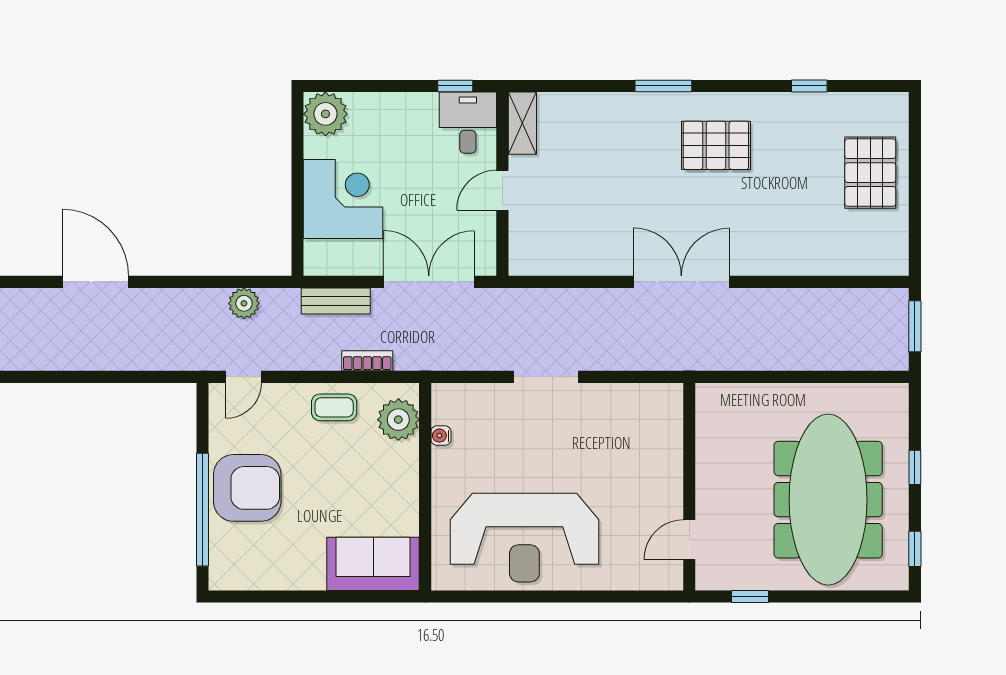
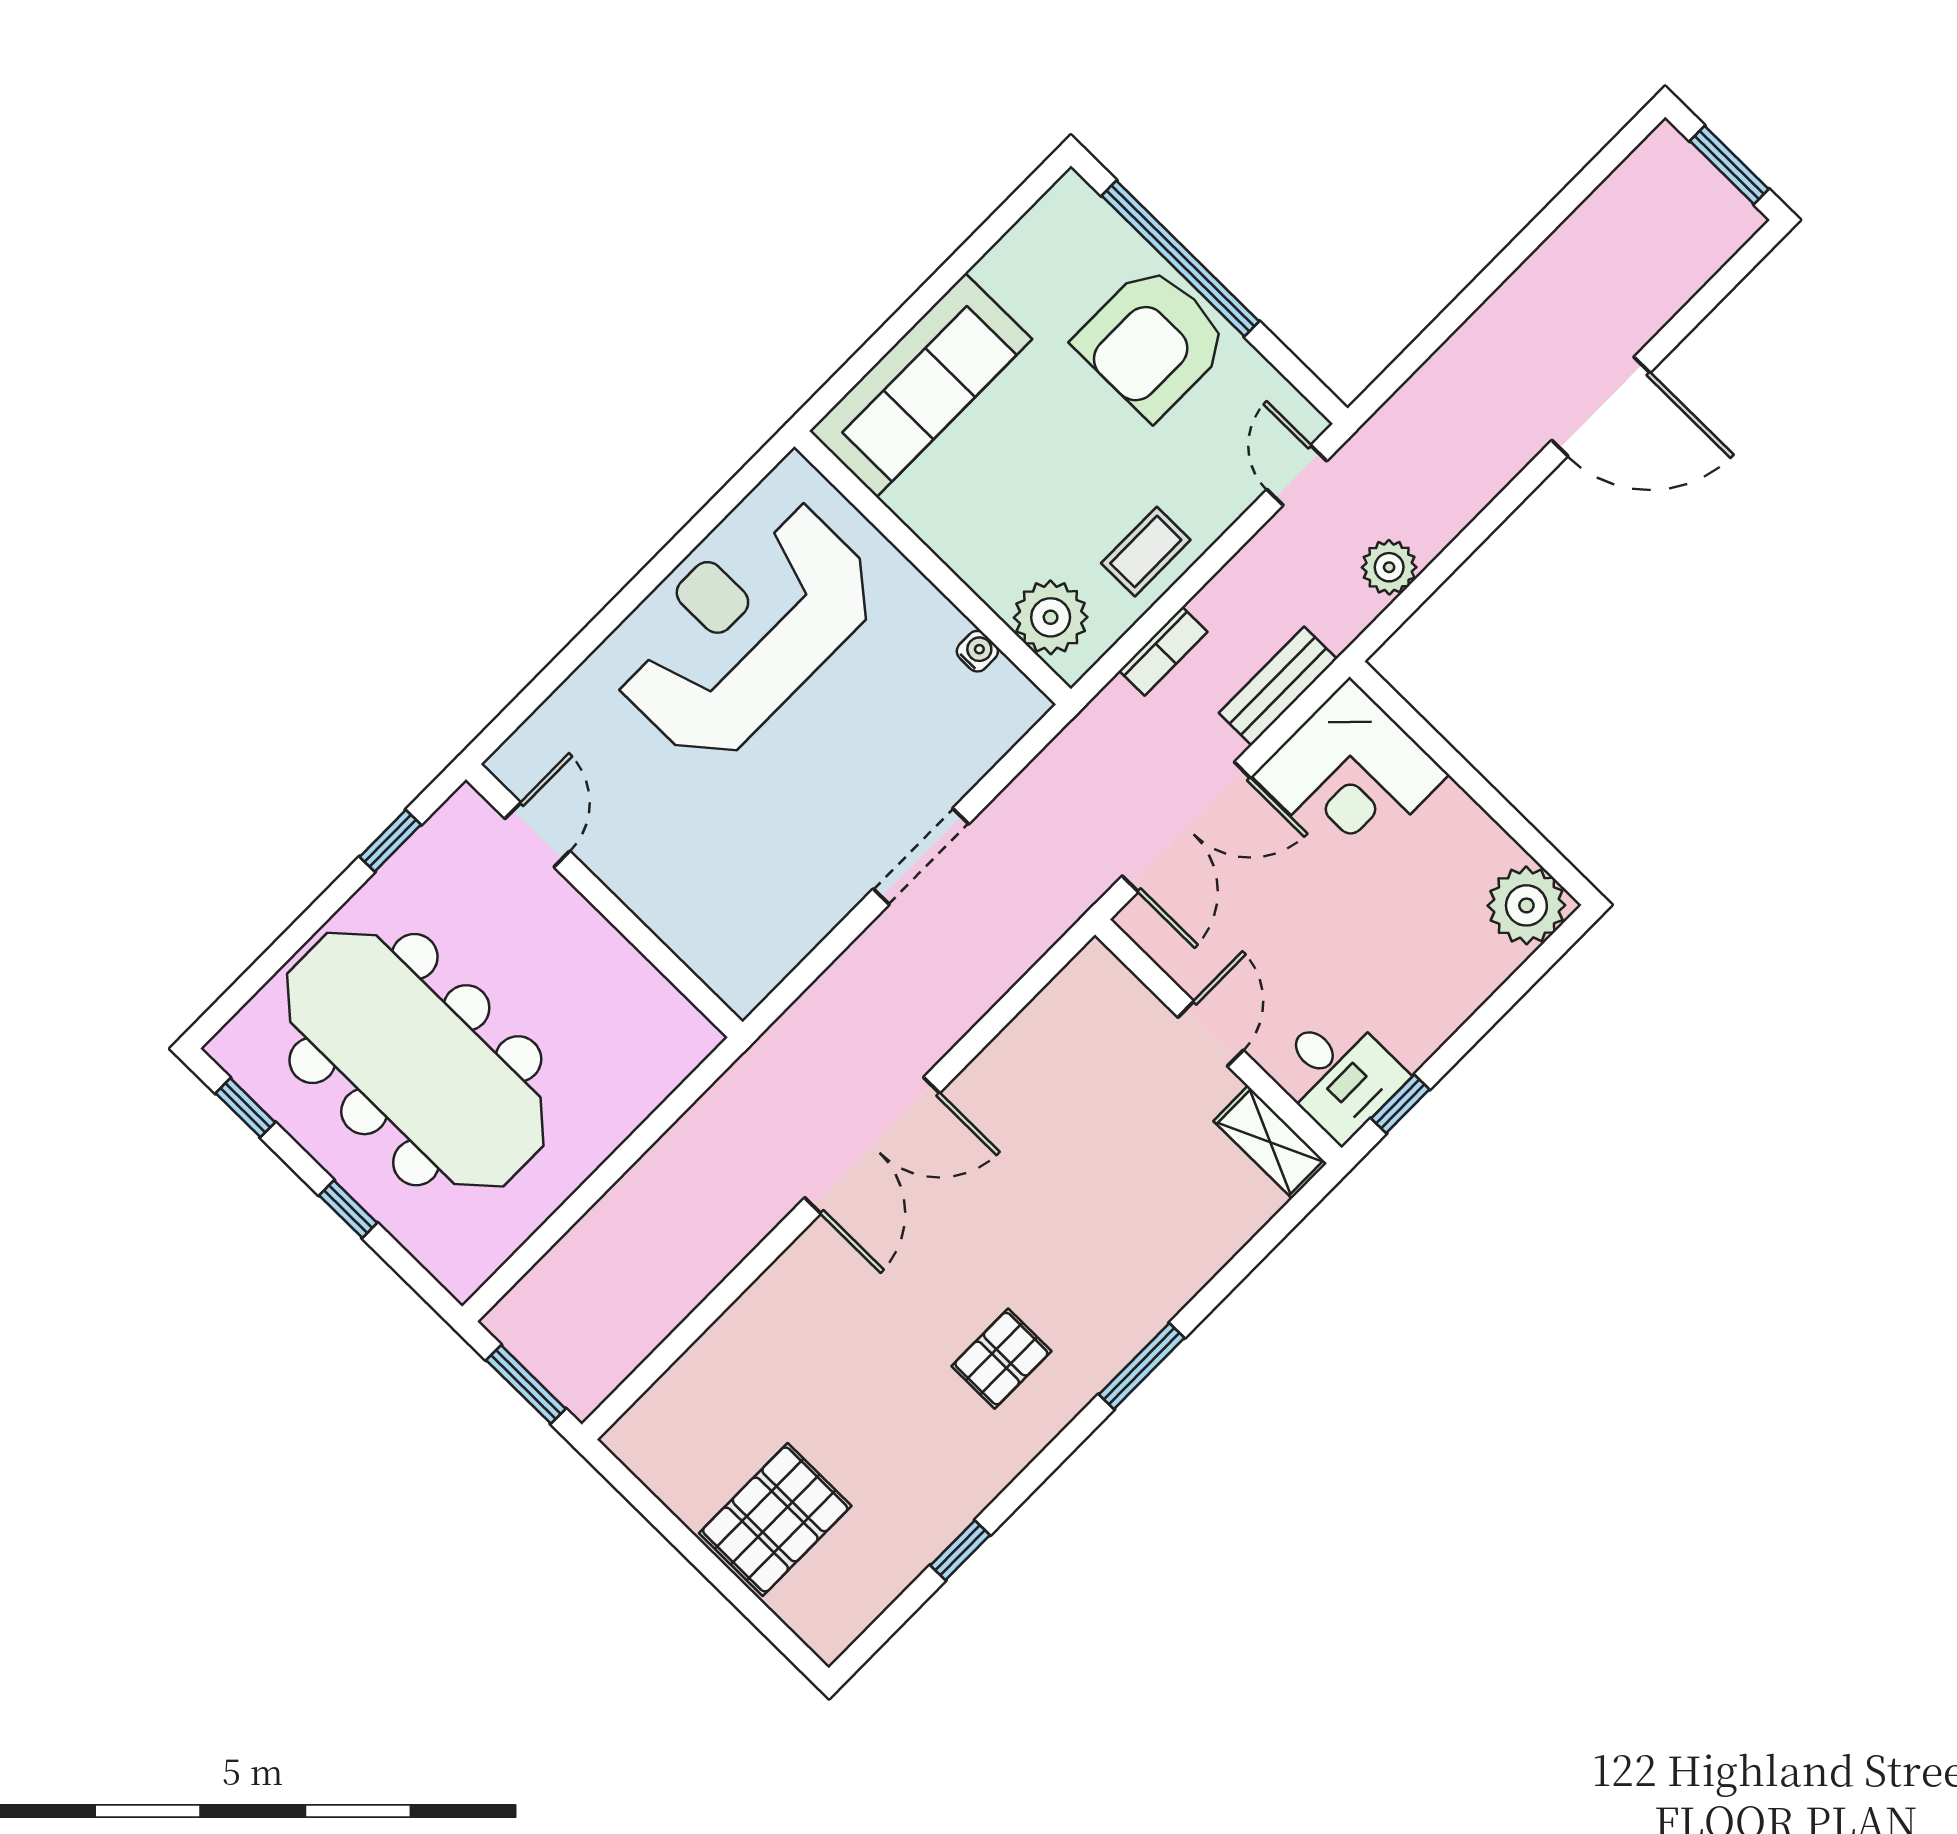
pallet: (716, 145) -> (1001, 1359), width x0.67, depth x0.71
pallet: (870, 173) -> (775, 1519), turned 90
corner desk: (343, 199) -> (1350, 775), moved
sofa: (373, 564) -> (921, 385), width x1.36

